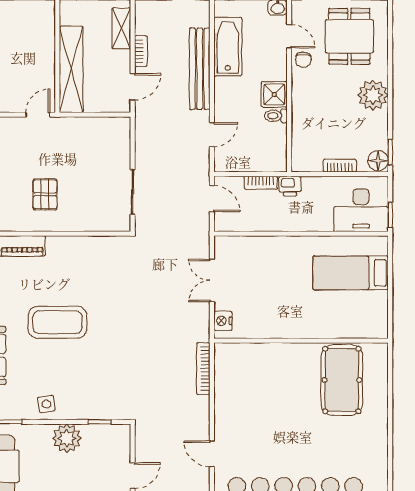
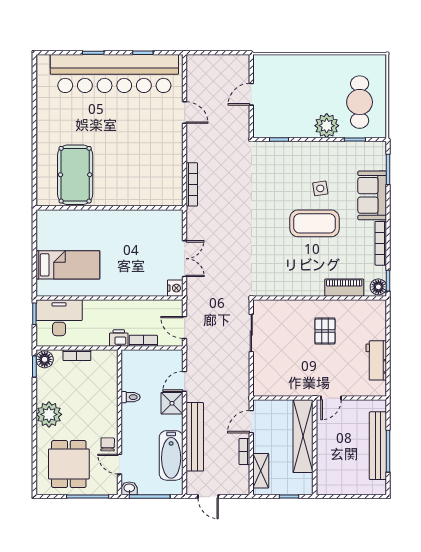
shower: (274, 94) -> (172, 403), moved
nightstand: (223, 321) -> (175, 288), moved
side table: (46, 404) -> (320, 188), moved
plant: (67, 438) -> (327, 126), moved

